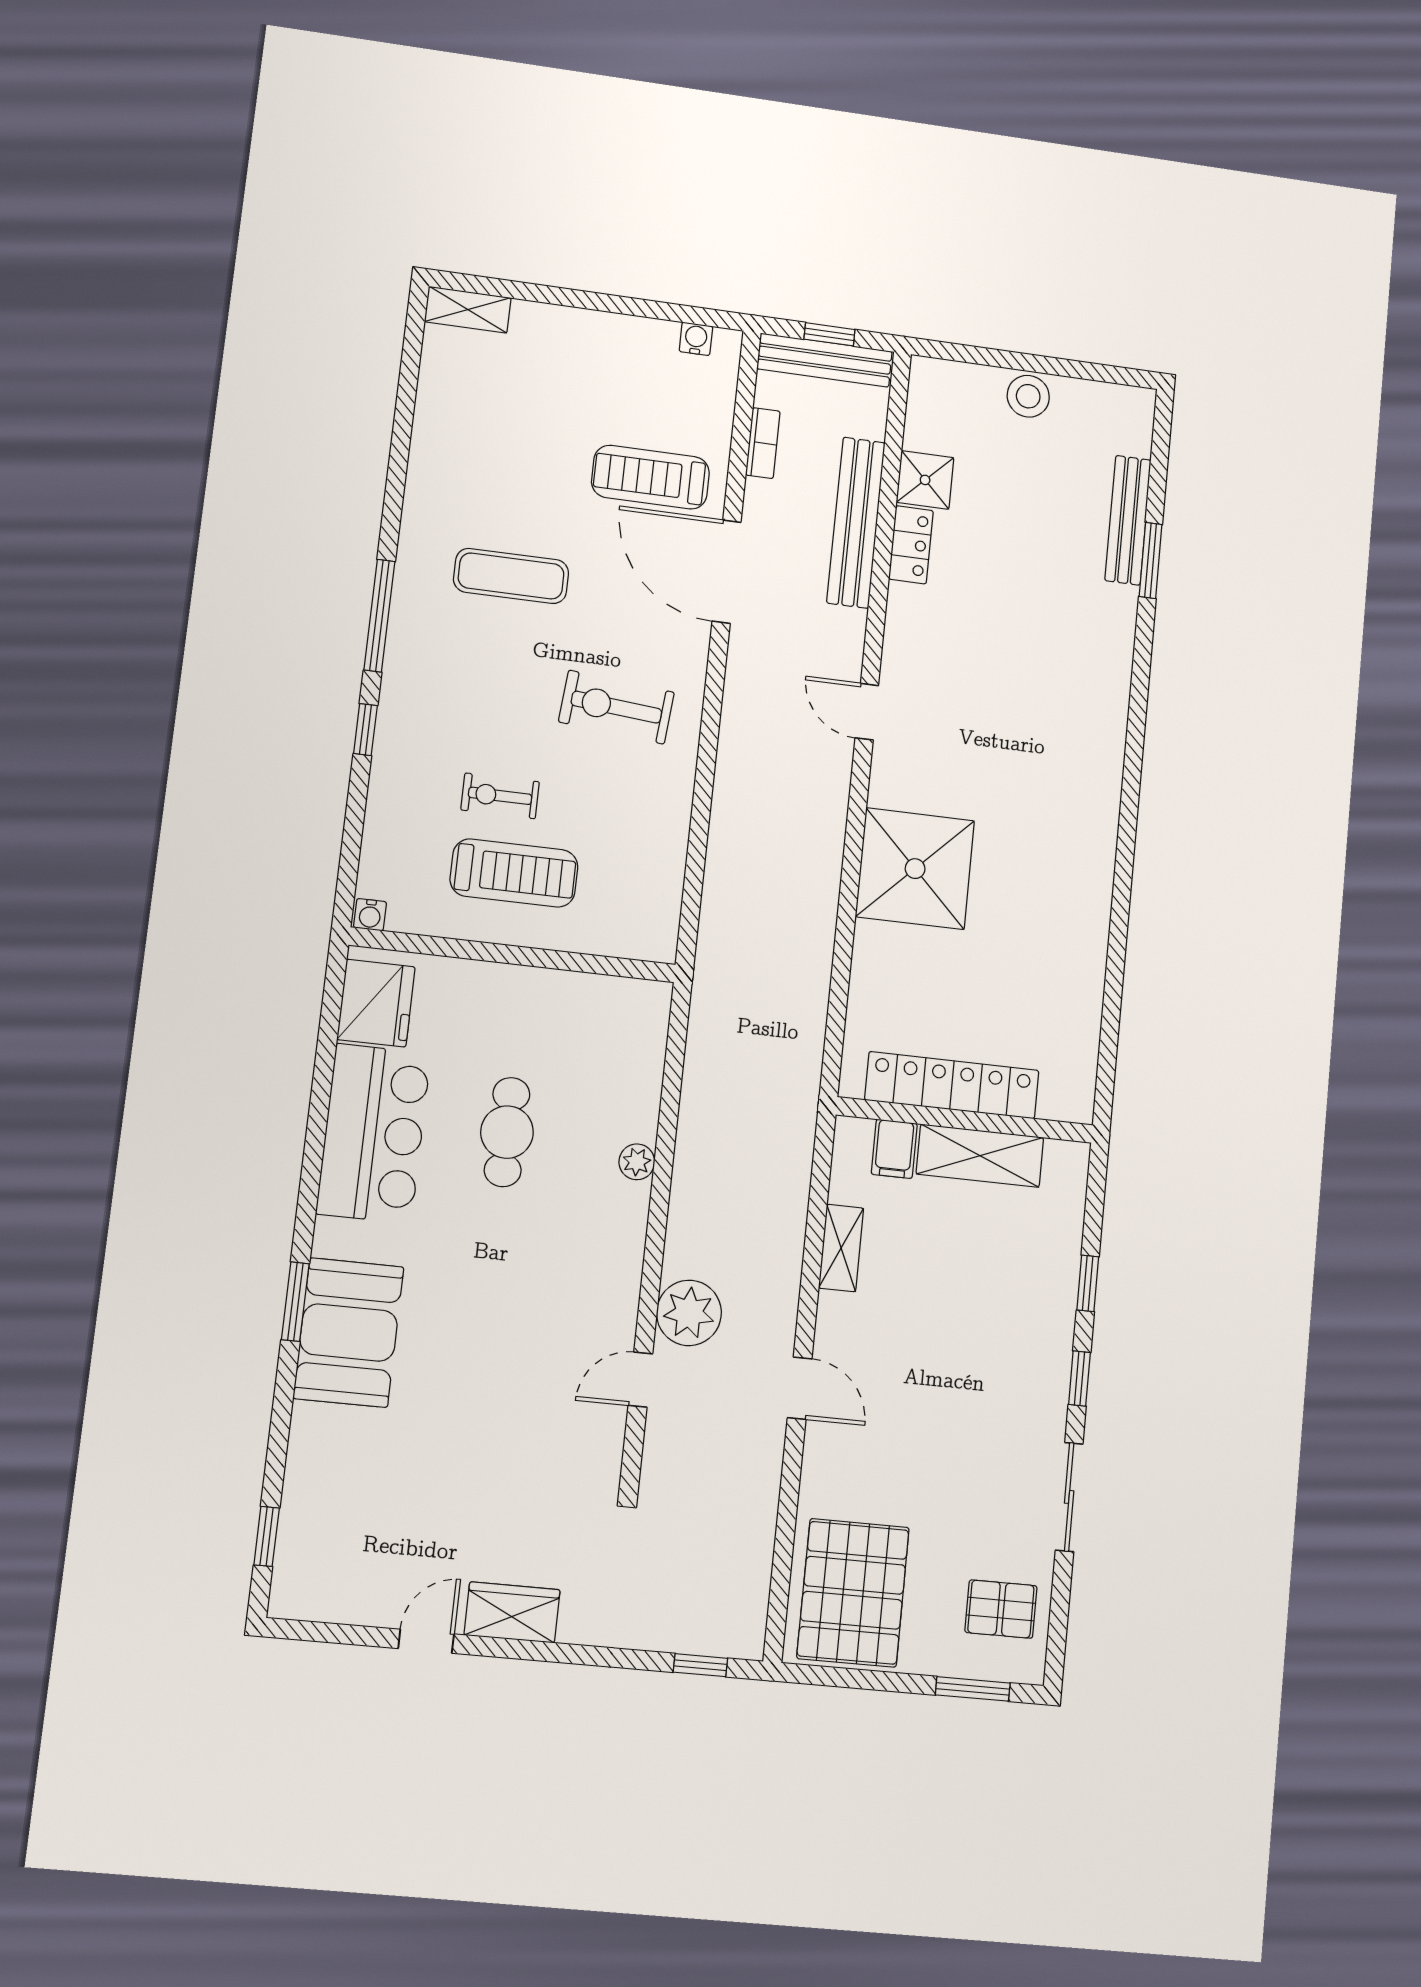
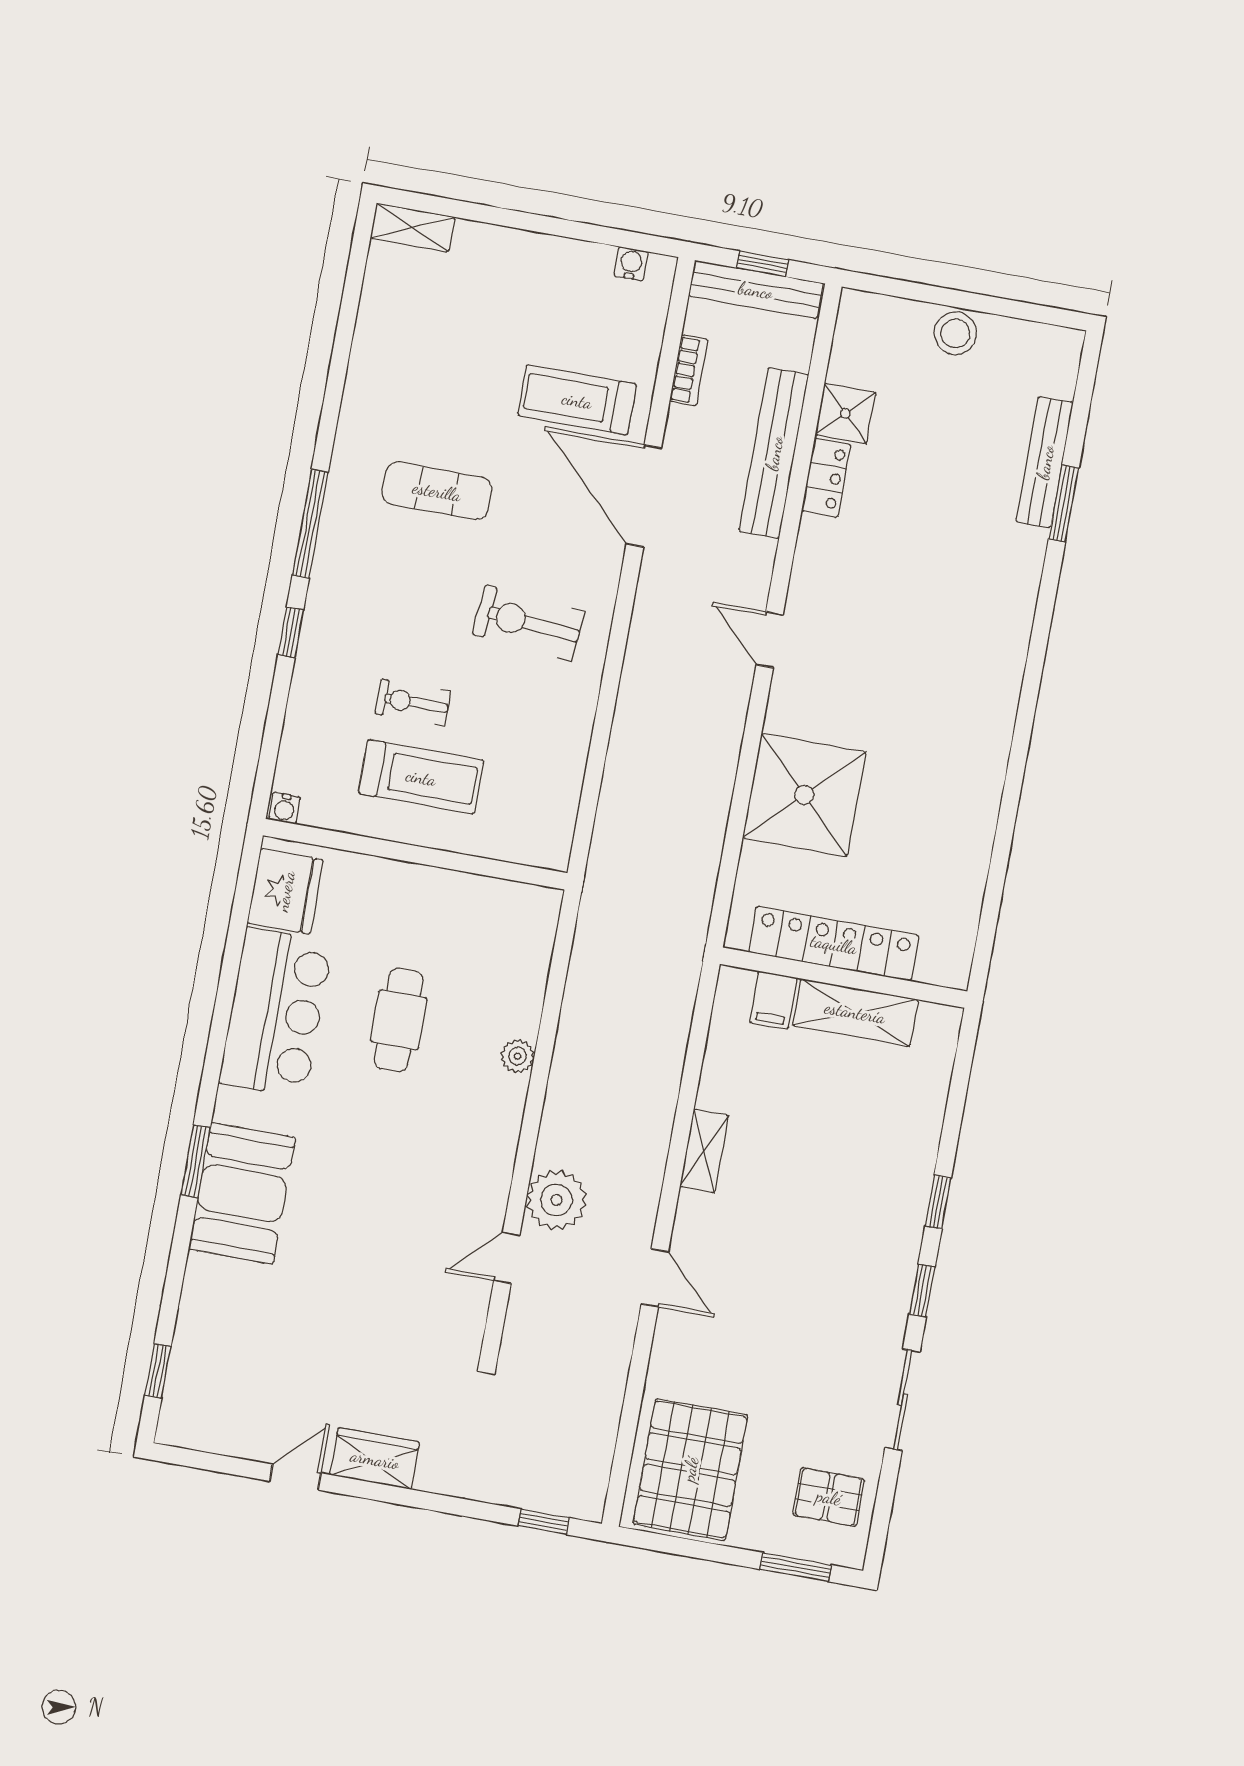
locker: (952, 1085) -> (834, 944), moved
wall: (965, 1120) -> (844, 978), moved
filing cabinet: (894, 1149) -> (773, 1000), moved
shelving: (980, 1156) -> (855, 1012), moved

